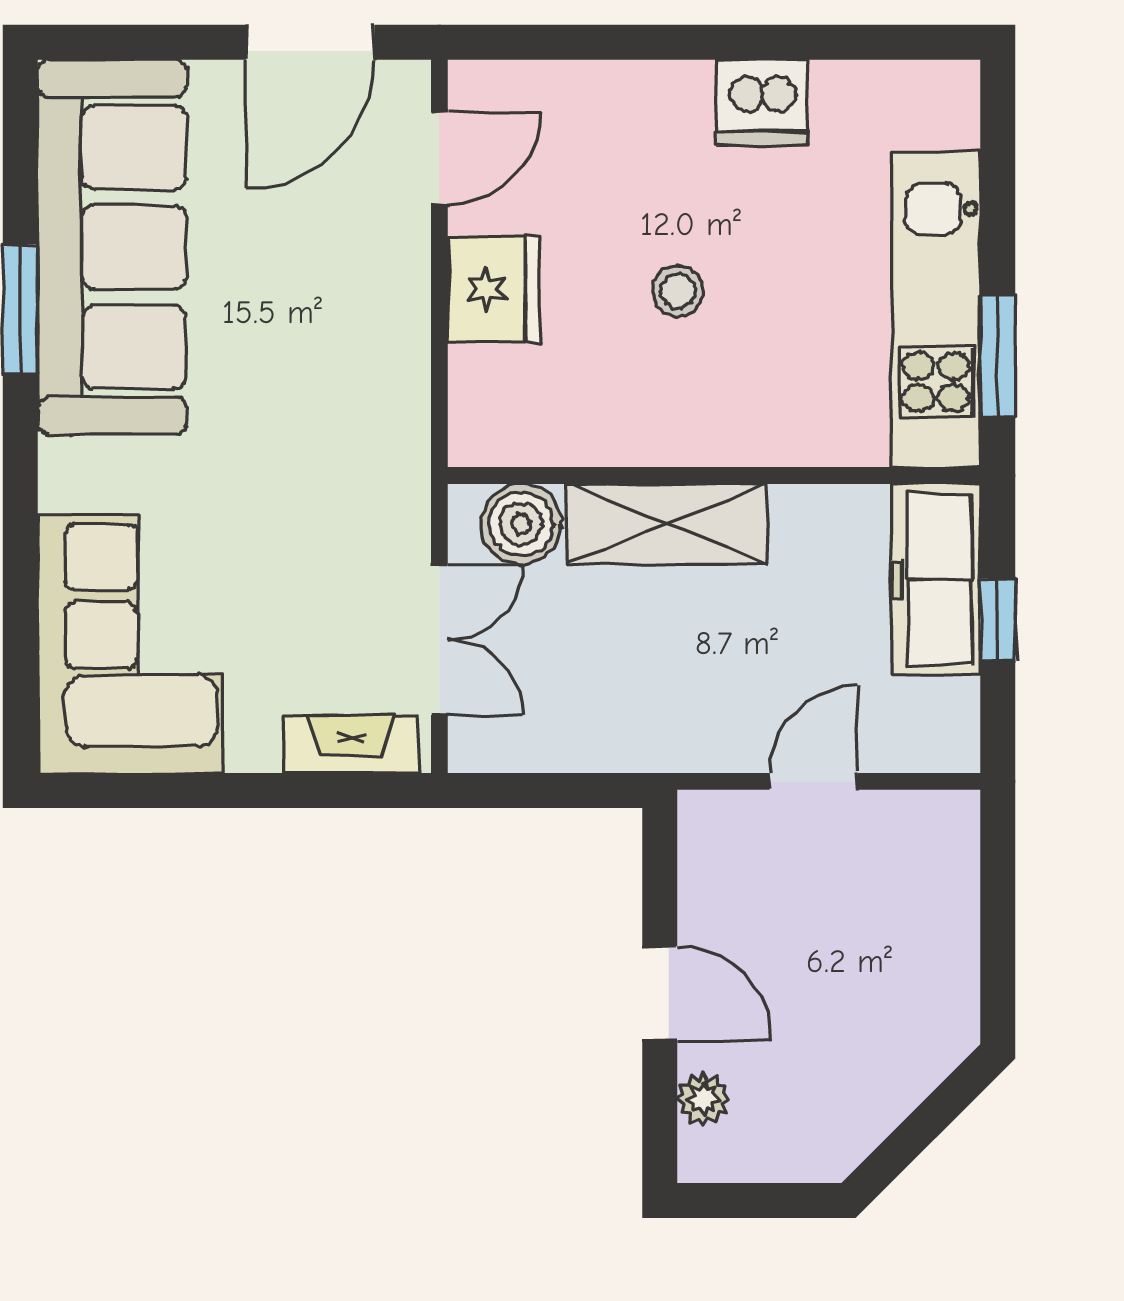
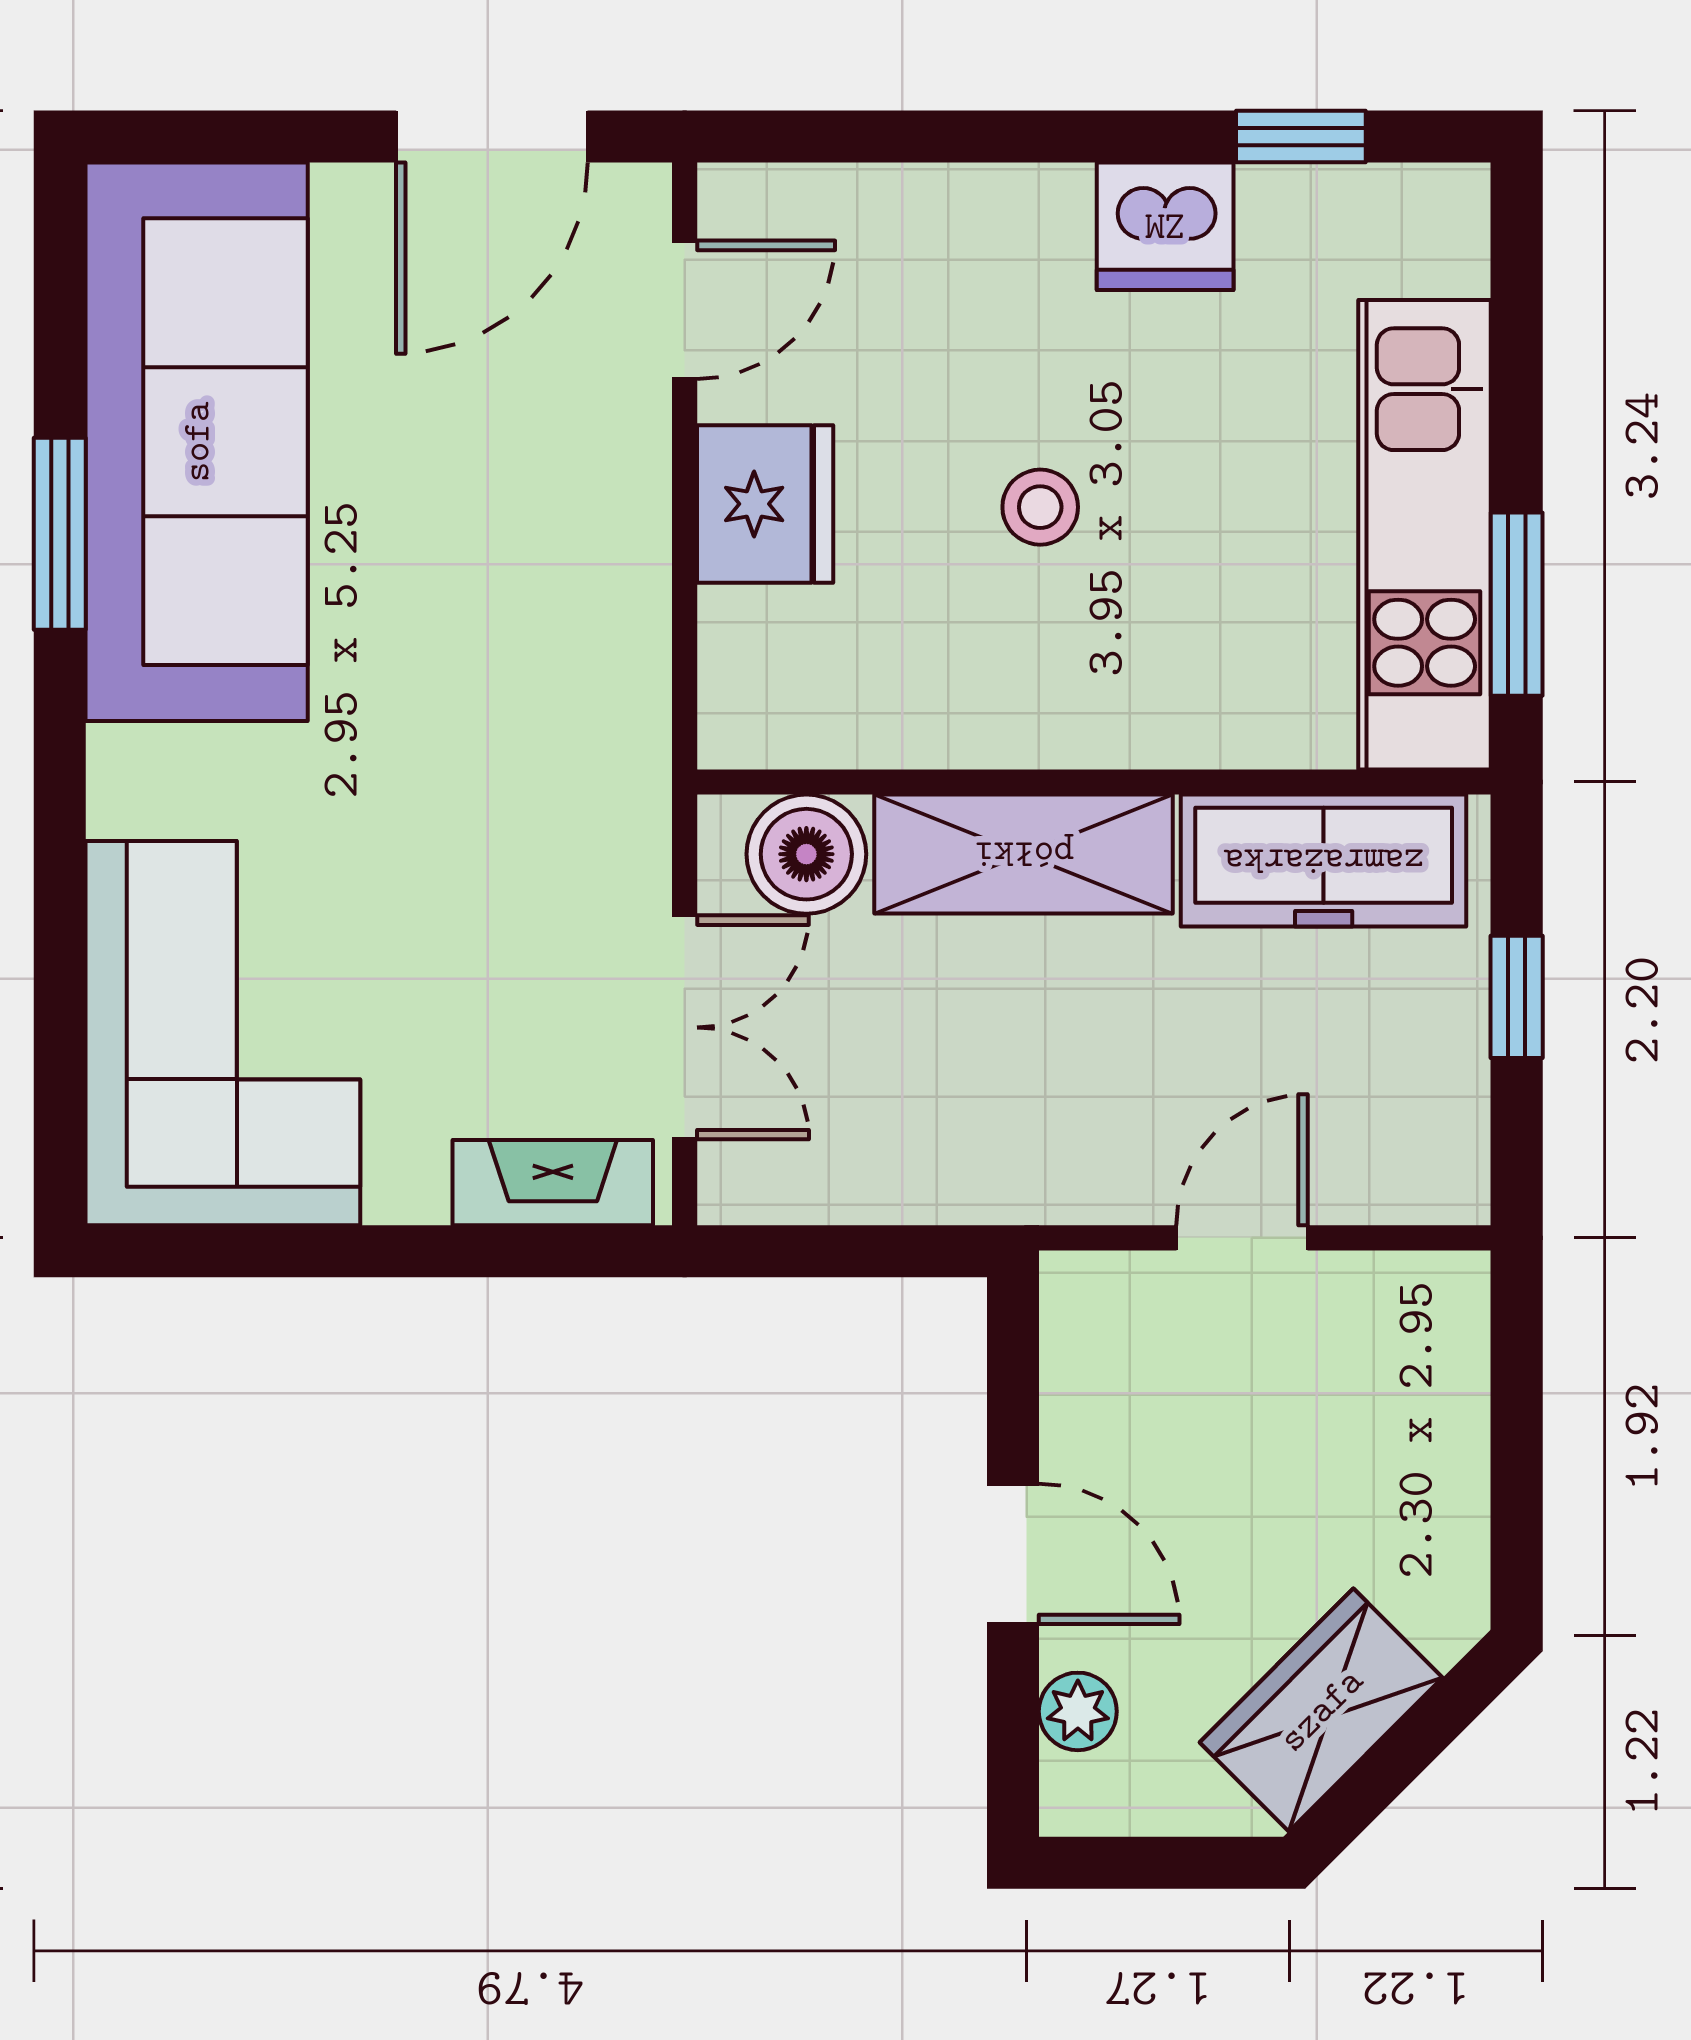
window: (853, 42) -> (1301, 136), added
freezer: (936, 579) -> (1324, 861), moved, turned -90
wardrobe: (866, 1098) -> (1321, 1710), added

